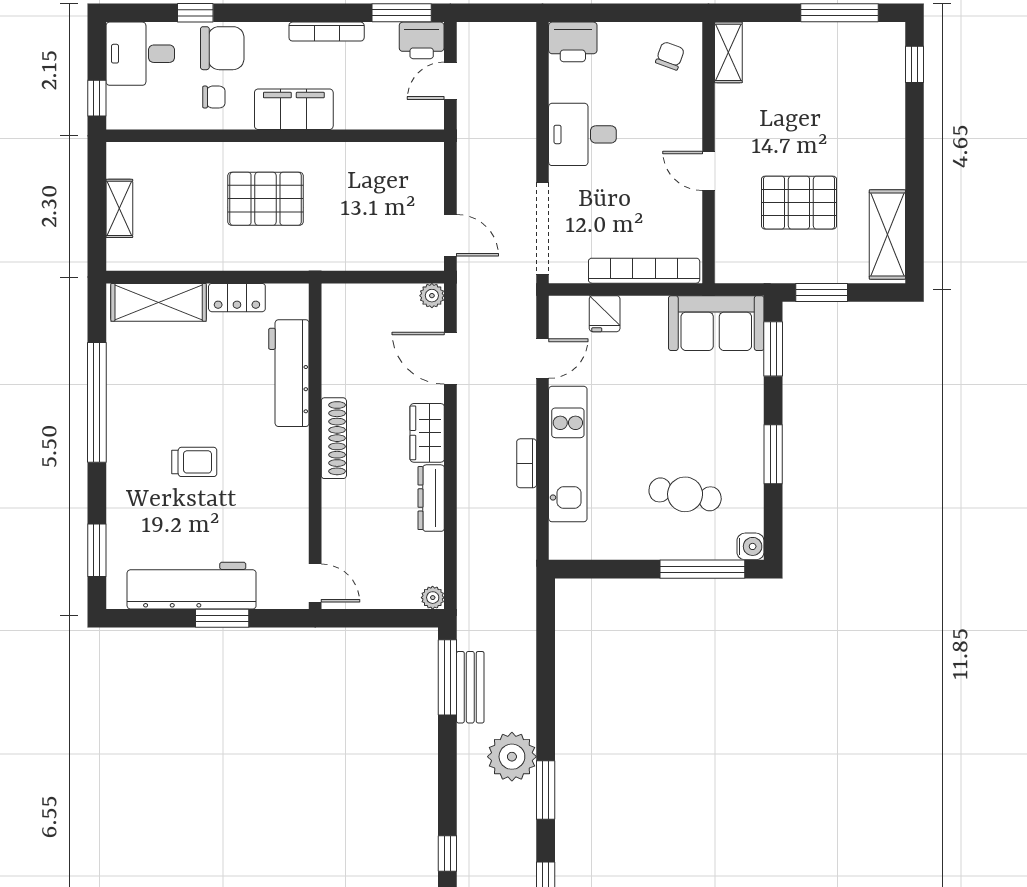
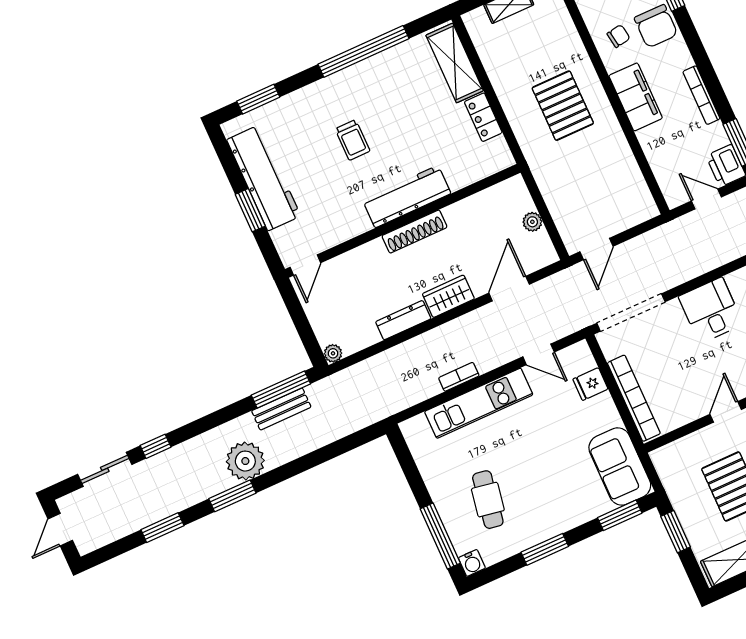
chair: (214, 97) -> (618, 36), turned -99
plant: (432, 296) -> (532, 222), moved
workbench: (289, 373) -> (407, 197), moved

